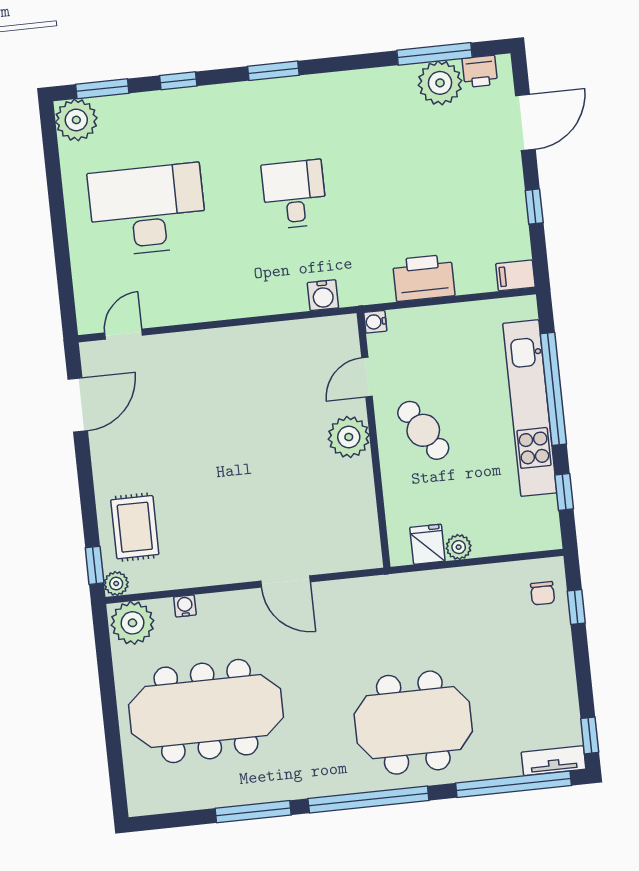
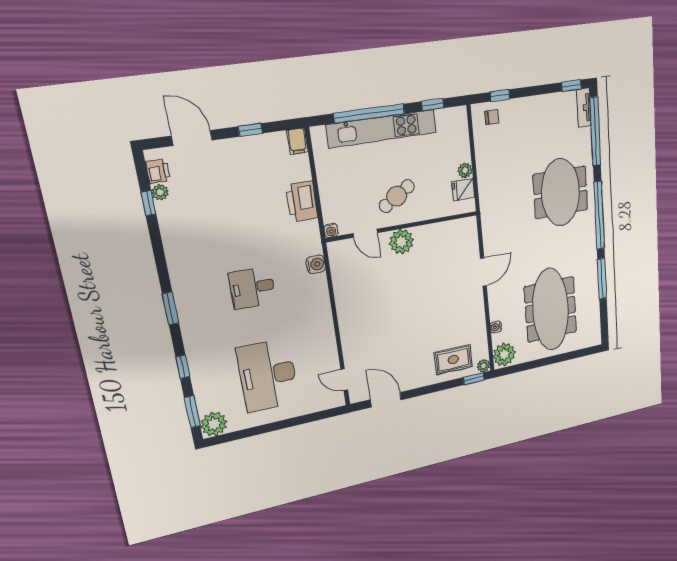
window: (434, 54) -> (148, 203), width x0.46
plant: (440, 83) -> (160, 192), width x0.53, depth x0.53

